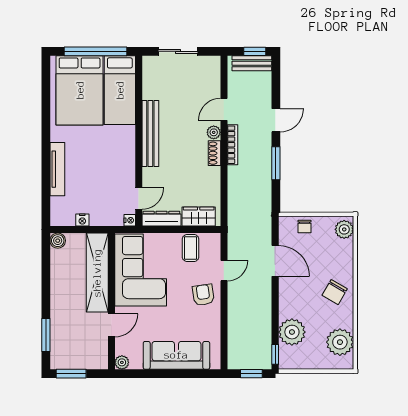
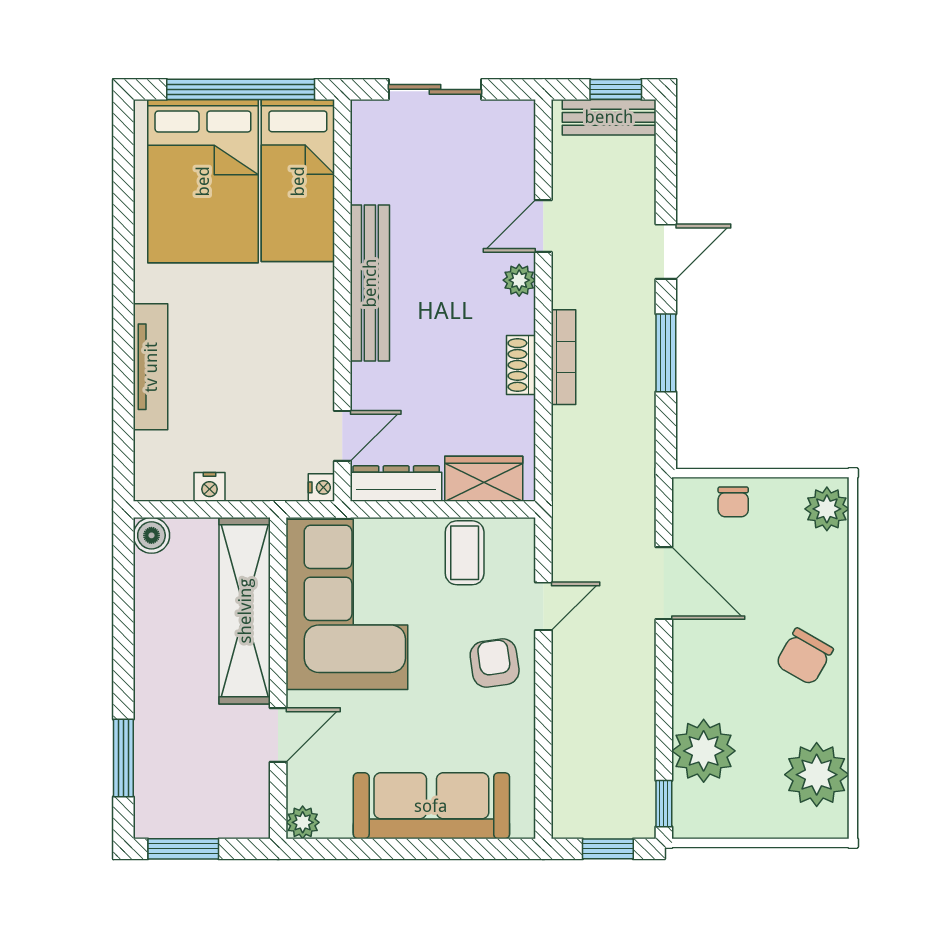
bookcase: (233, 145) -> (564, 357), moved
shoe rack: (214, 153) -> (521, 365), moved

